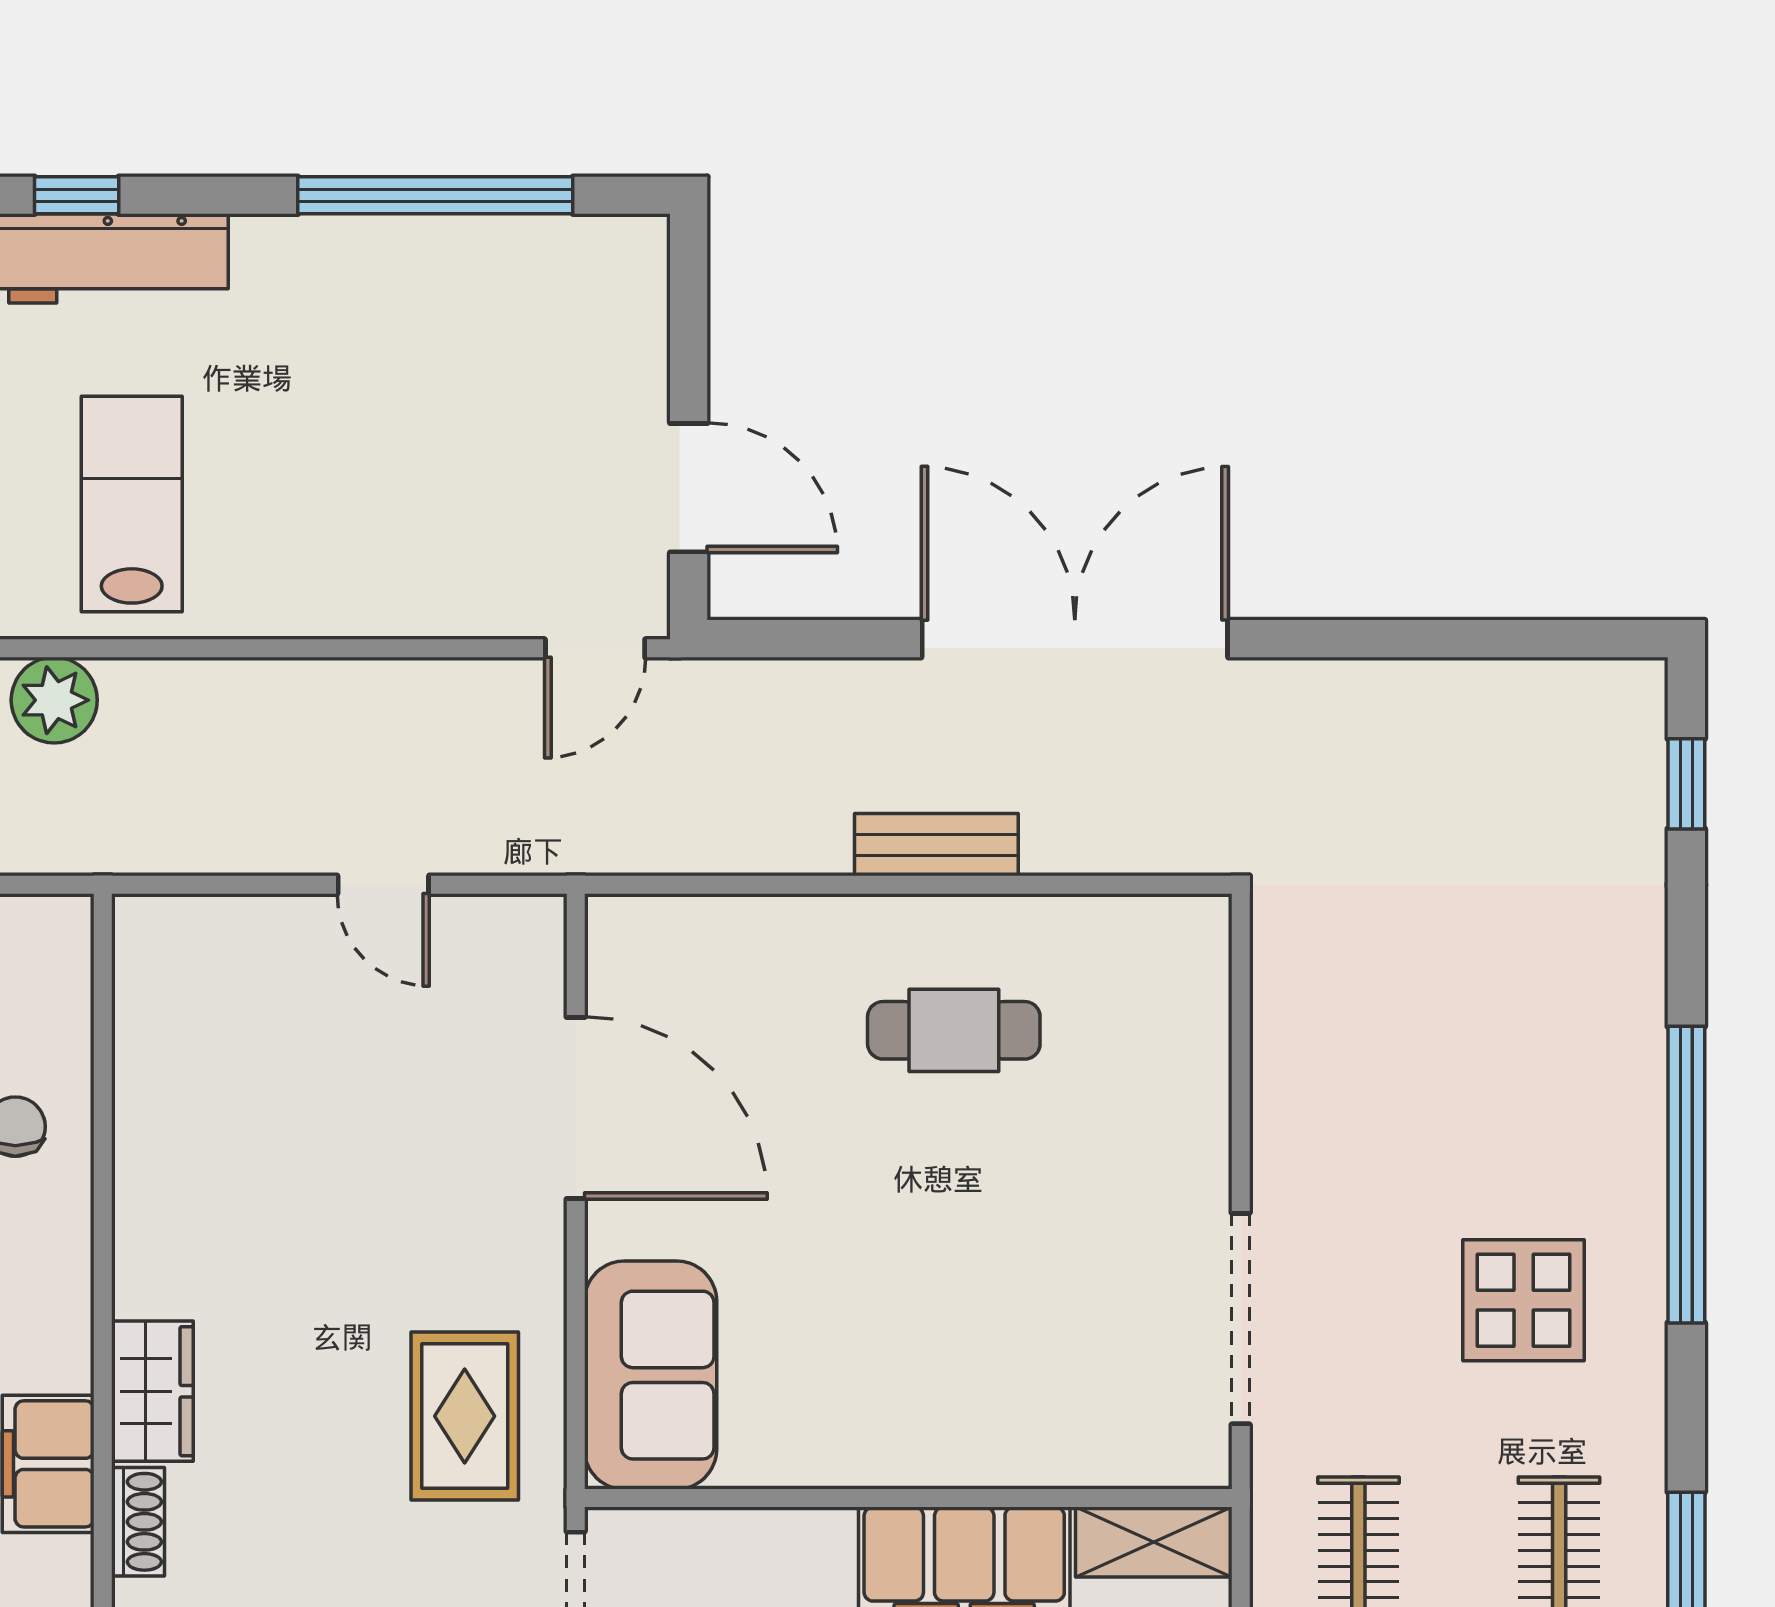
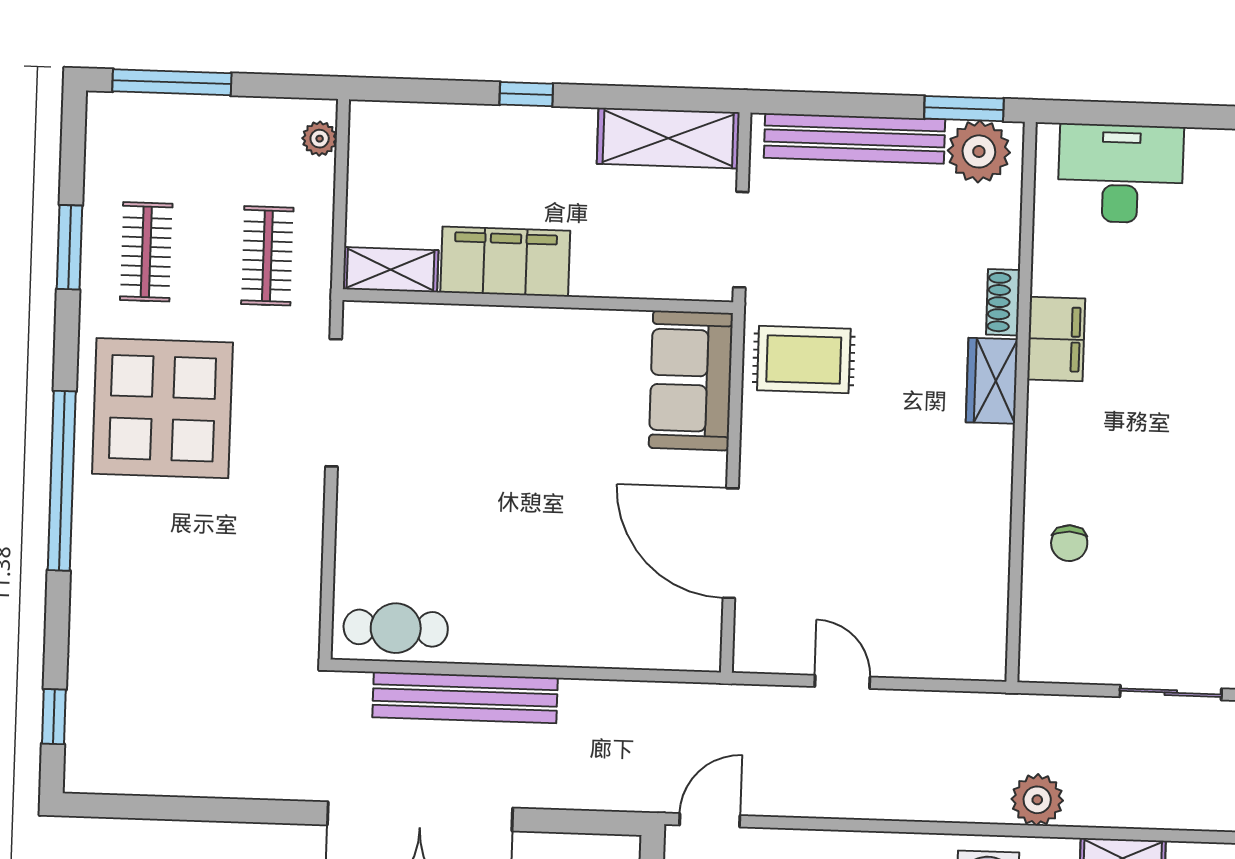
bench: (936, 845) -> (465, 698), width x1.86, depth x1.21
cafe table: (954, 1030) -> (396, 628), moved
display table: (1524, 1300) -> (162, 408), width x1.86, depth x1.86
rug: (465, 1416) -> (804, 360), turned 90

